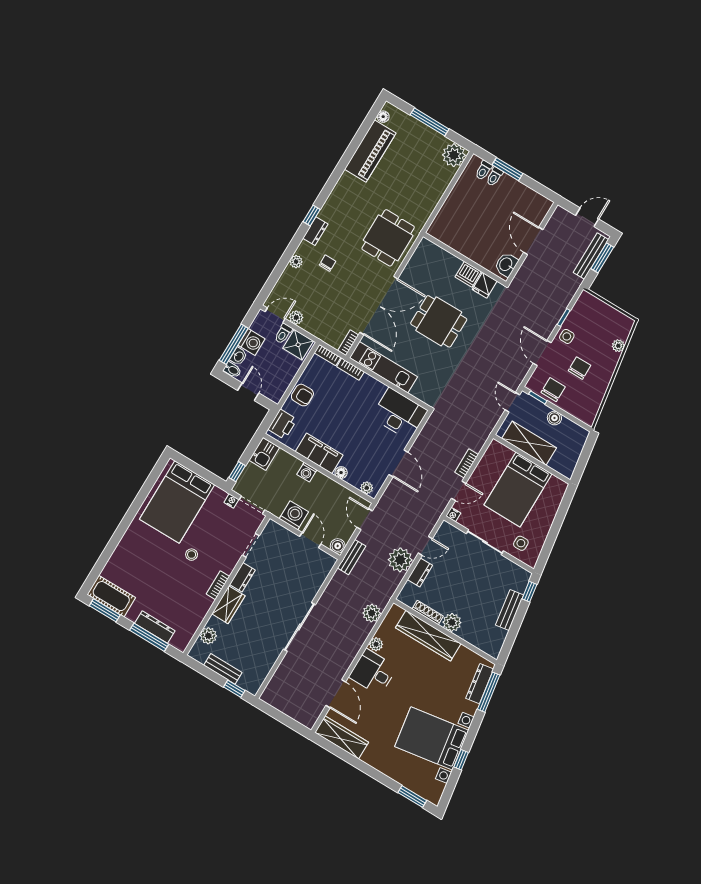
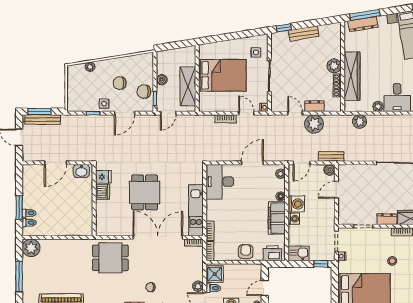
washing machine: (294, 515) -> (296, 204), moved, turned 180

